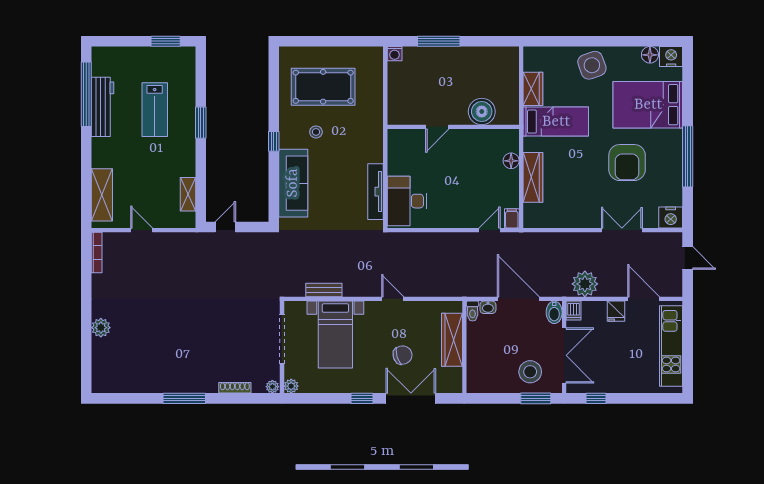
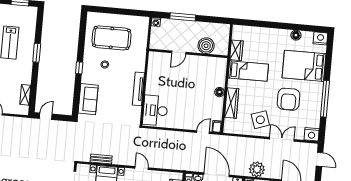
floor lamp: (650, 55) -> (296, 35), moved
side table: (592, 65) -> (260, 120), moved
boiler: (482, 112) -> (206, 46), moved
door: (437, 127) -> (179, 53), moved
wall: (453, 127) -> (188, 53), moved
sofa: (293, 183) -> (88, 99), width x0.73
tv unit: (376, 192) -> (138, 89), moved

